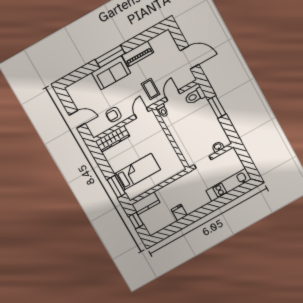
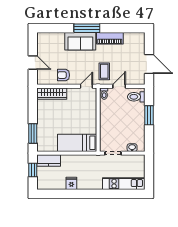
bed: (137, 172) -> (77, 143), moved, turned 180

